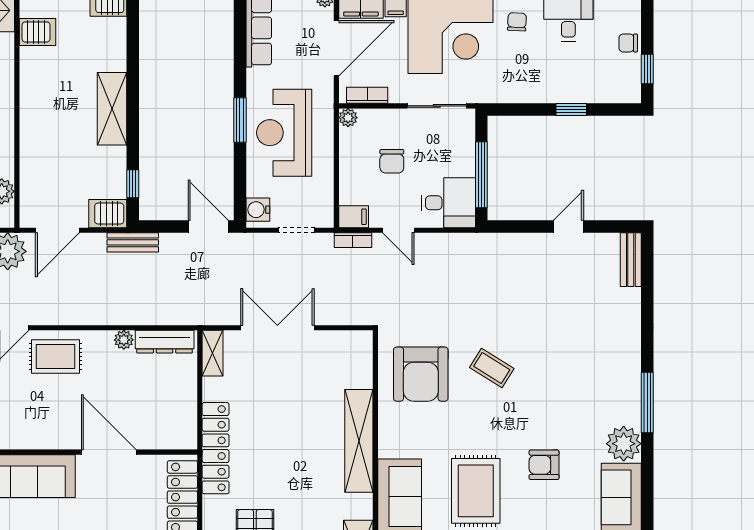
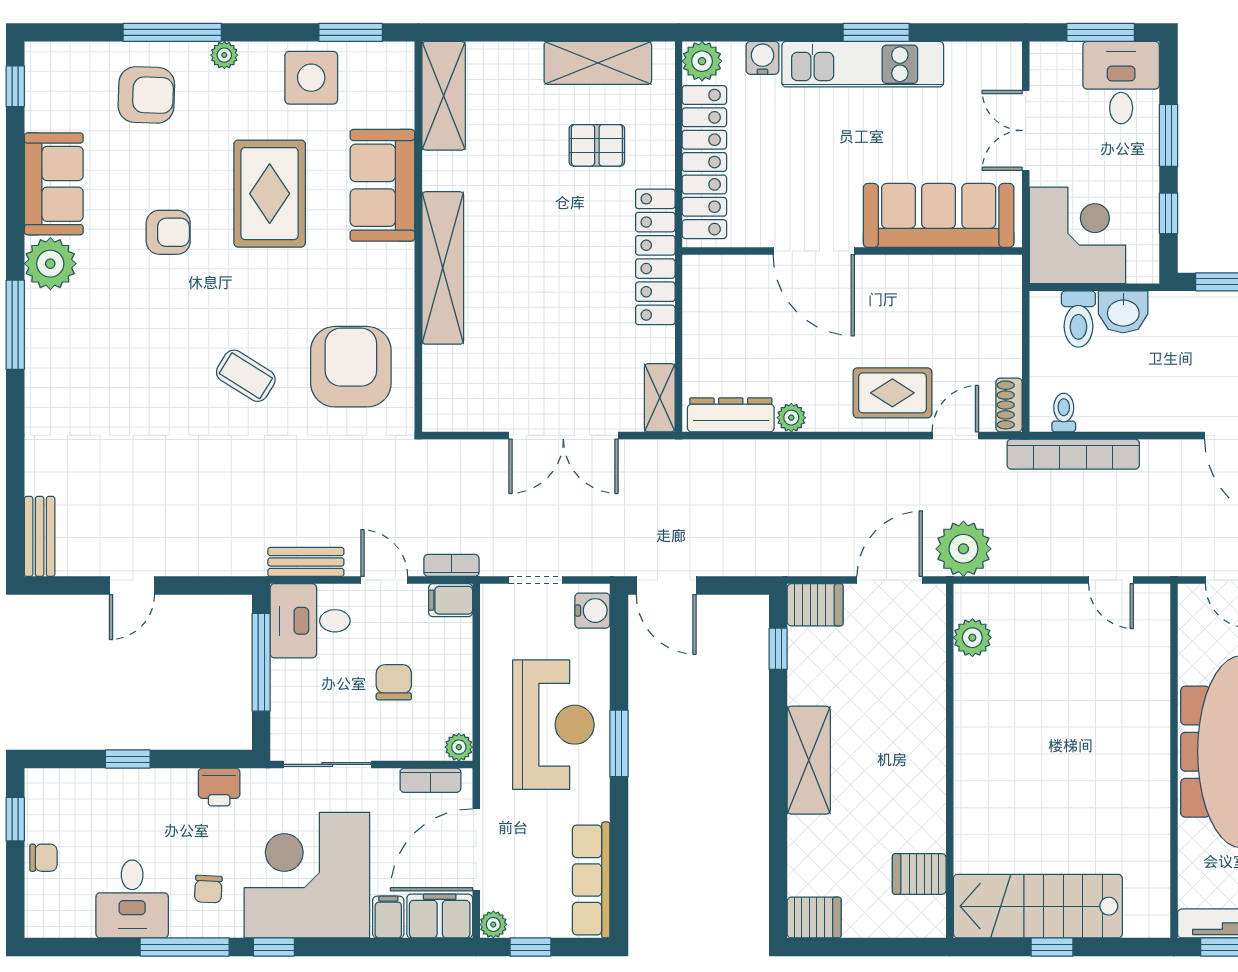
printer: (510, 91) -> (219, 787), added
bench: (133, 242) -> (306, 562), moved

